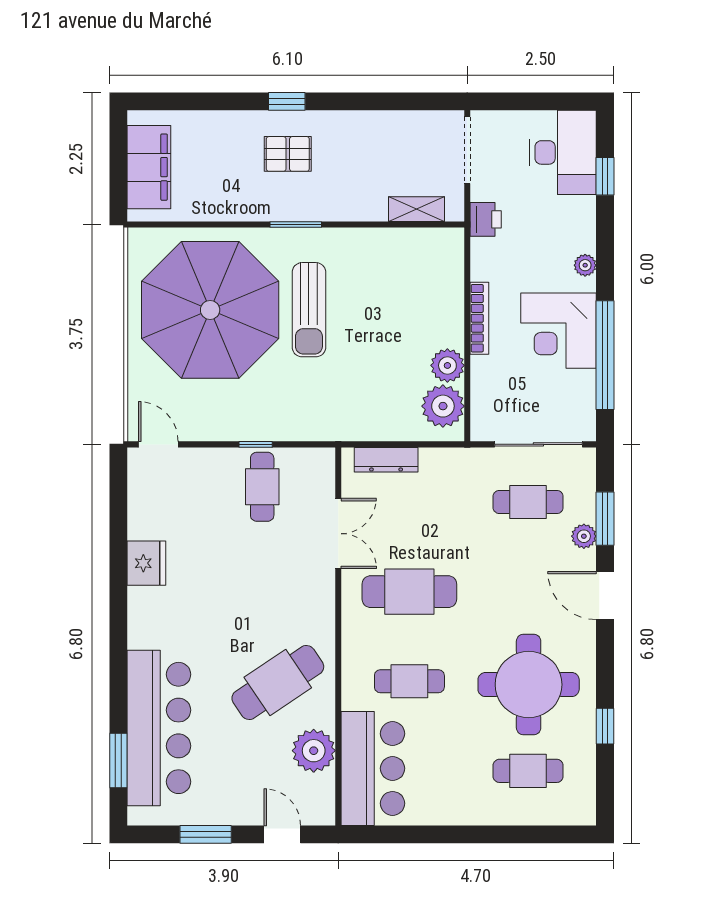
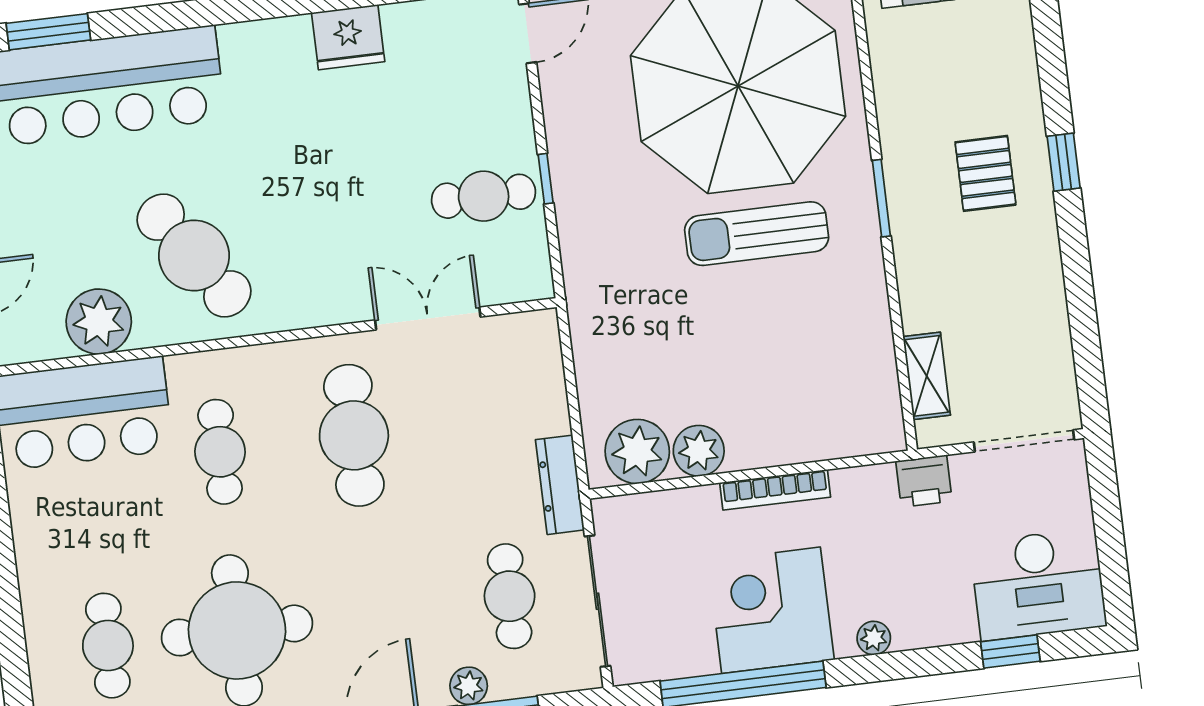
dresser: (386, 460) -> (560, 485), moved
double door: (338, 534) -> (428, 318), swing flipped

